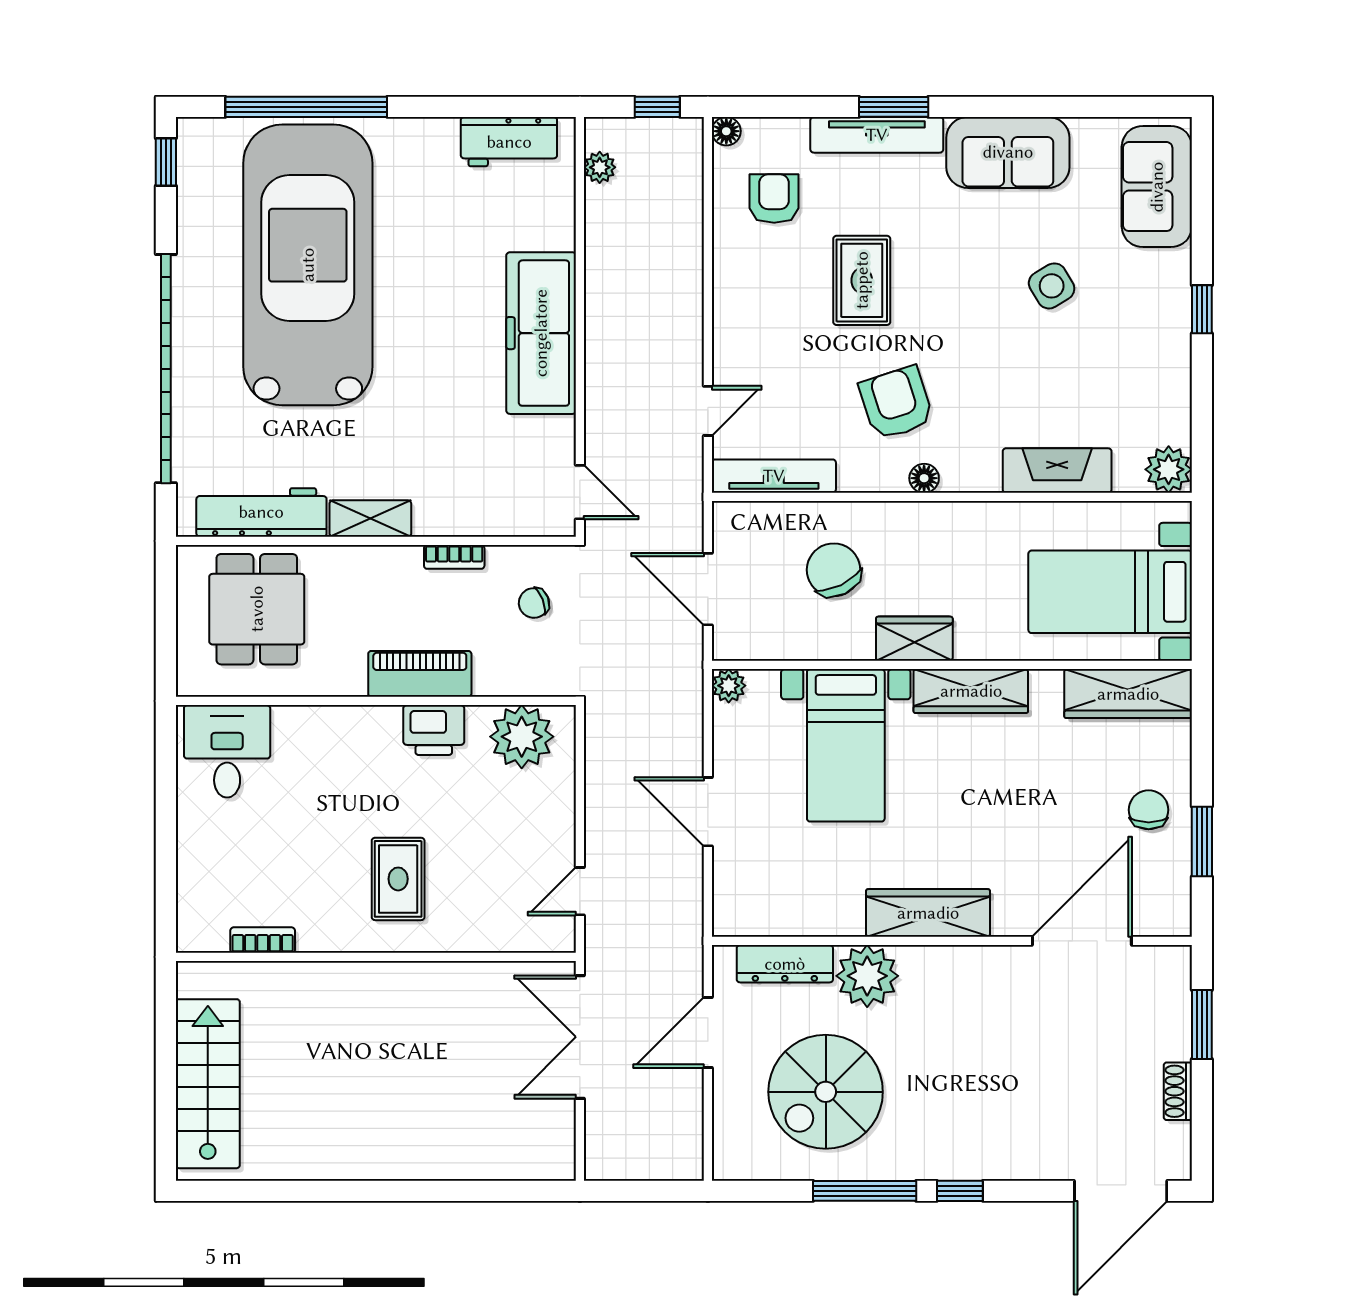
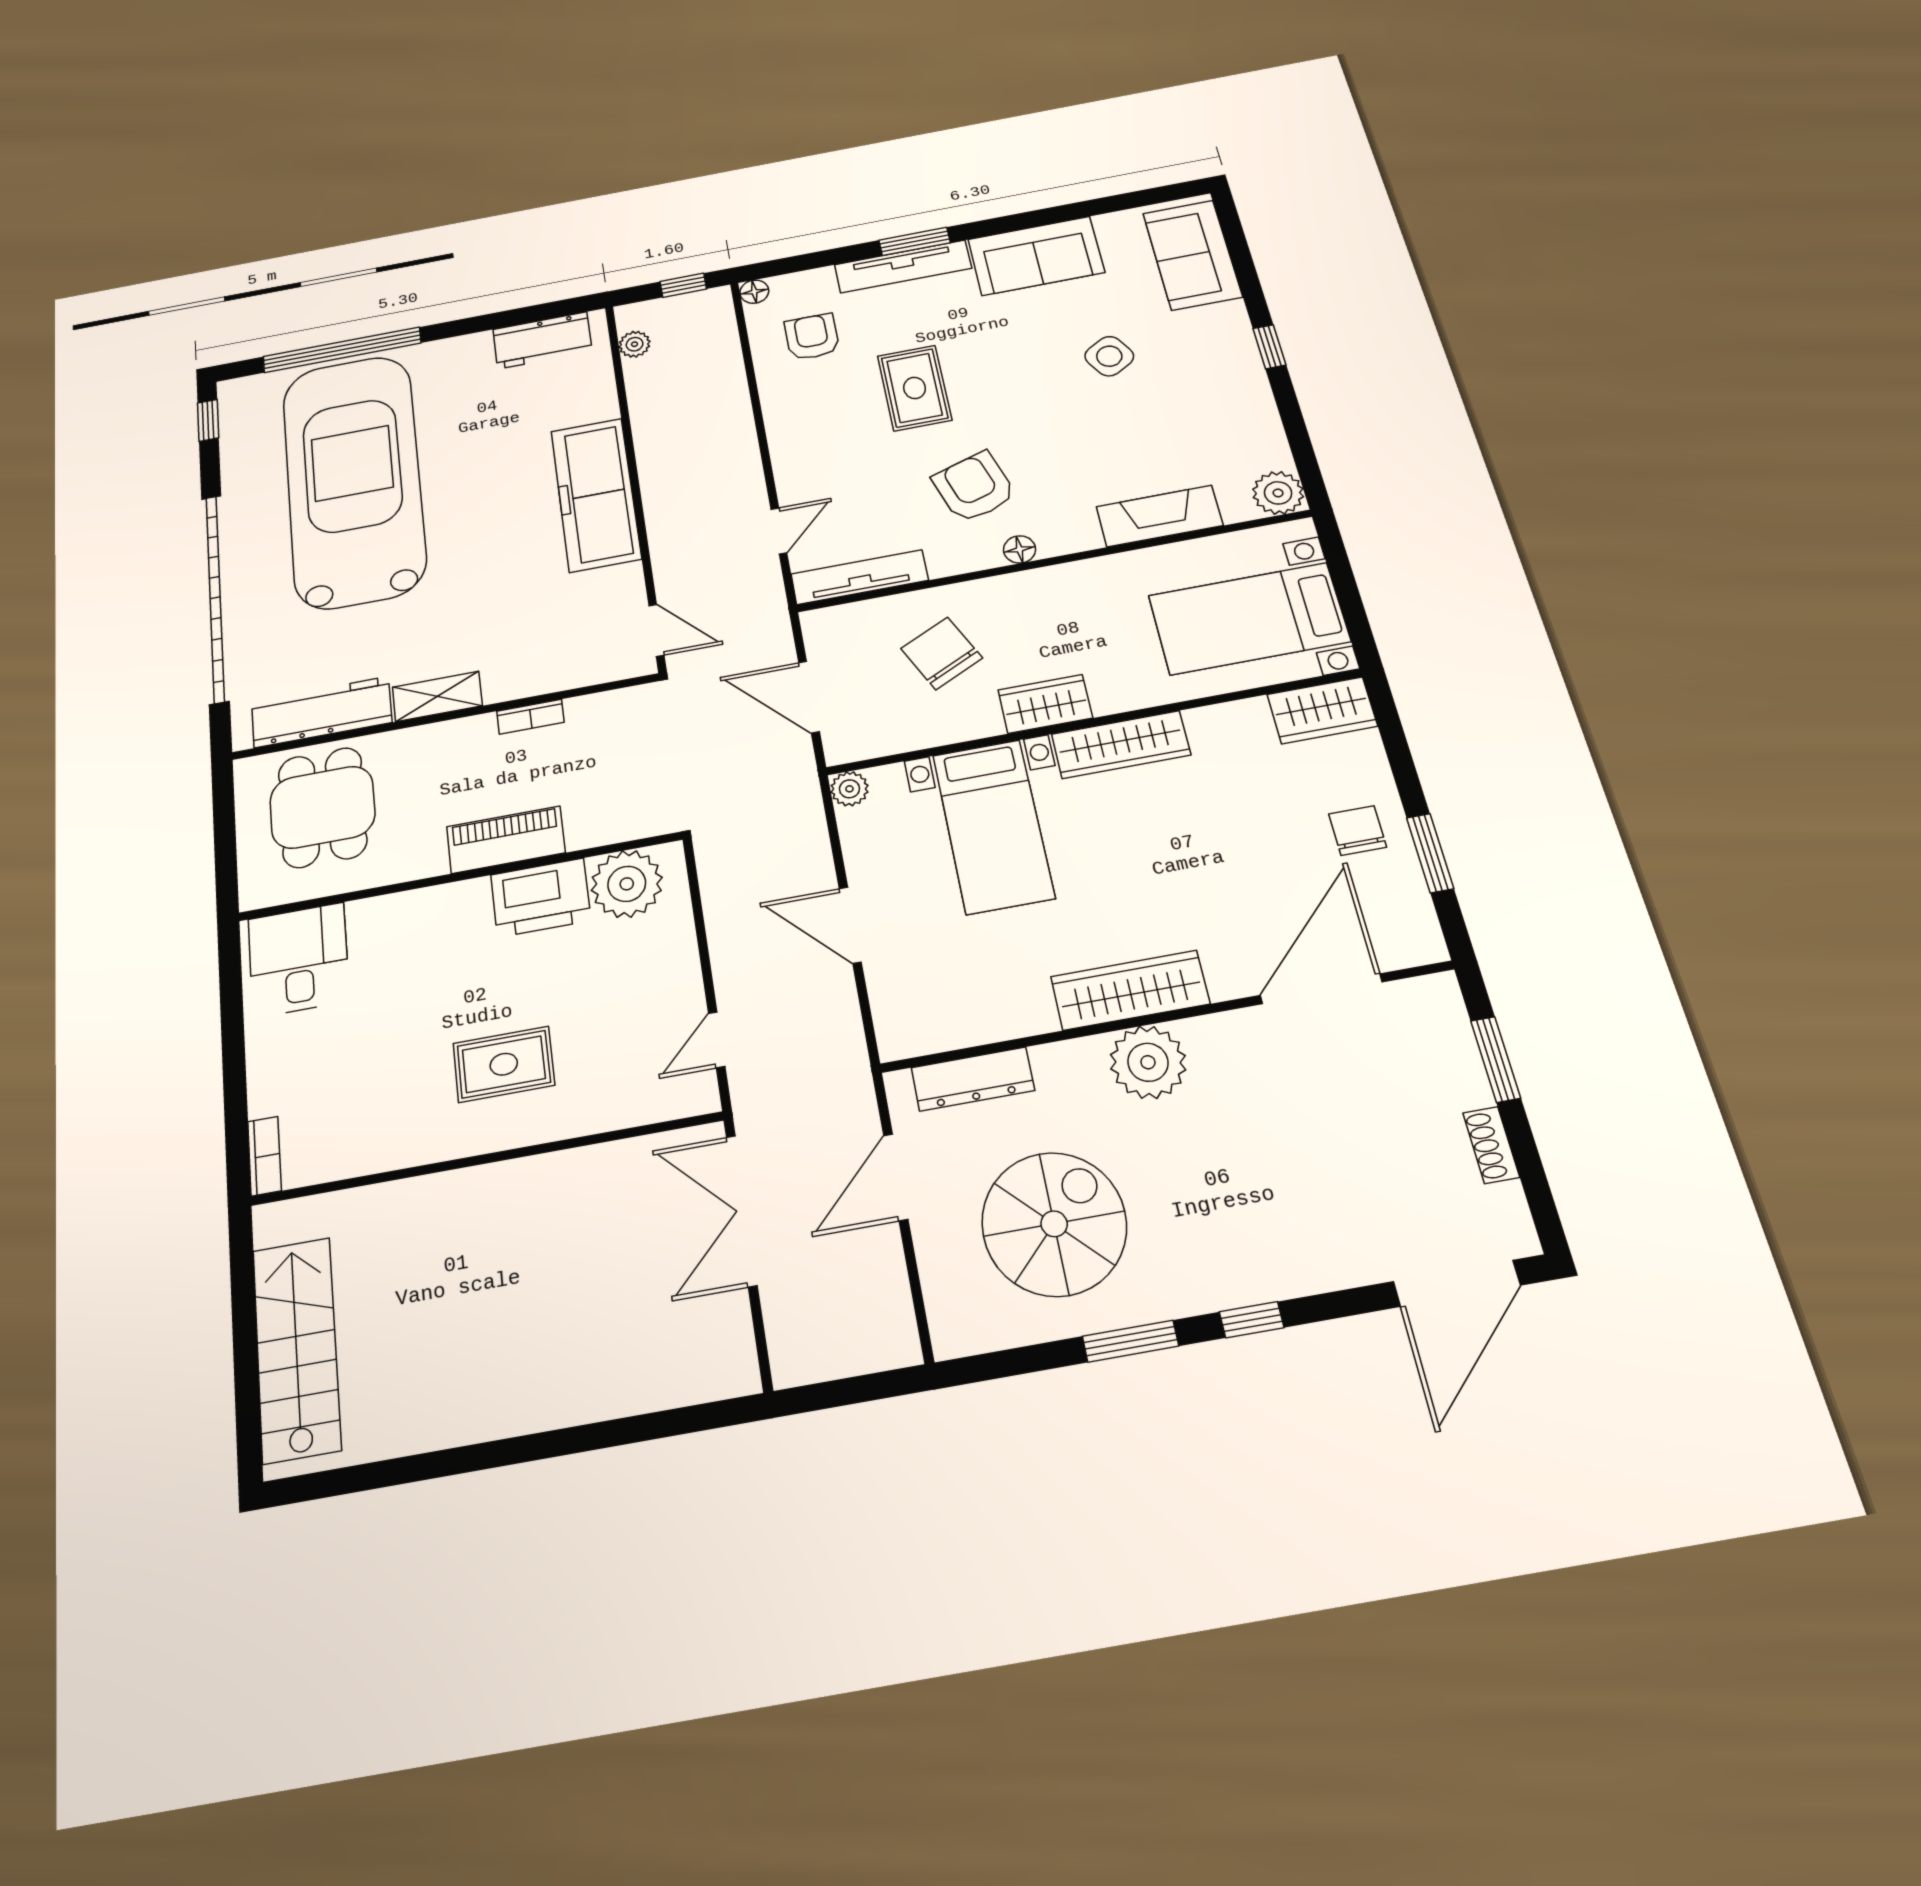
chair: (534, 603) -> (622, 746), removed
wardrobe: (1128, 694) -> (1322, 710), width x0.67
printer: (434, 730) -> (541, 898), width x1.37, depth x1.19
rug: (398, 879) -> (504, 1064), turned 90
bookcase: (263, 940) -> (264, 1156), moved, turned 90
plant: (867, 976) -> (1148, 1062), moved
spiral stairs: (826, 1092) -> (1054, 1224), turned 180
window: (865, 1191) -> (1130, 1341), width x0.69

